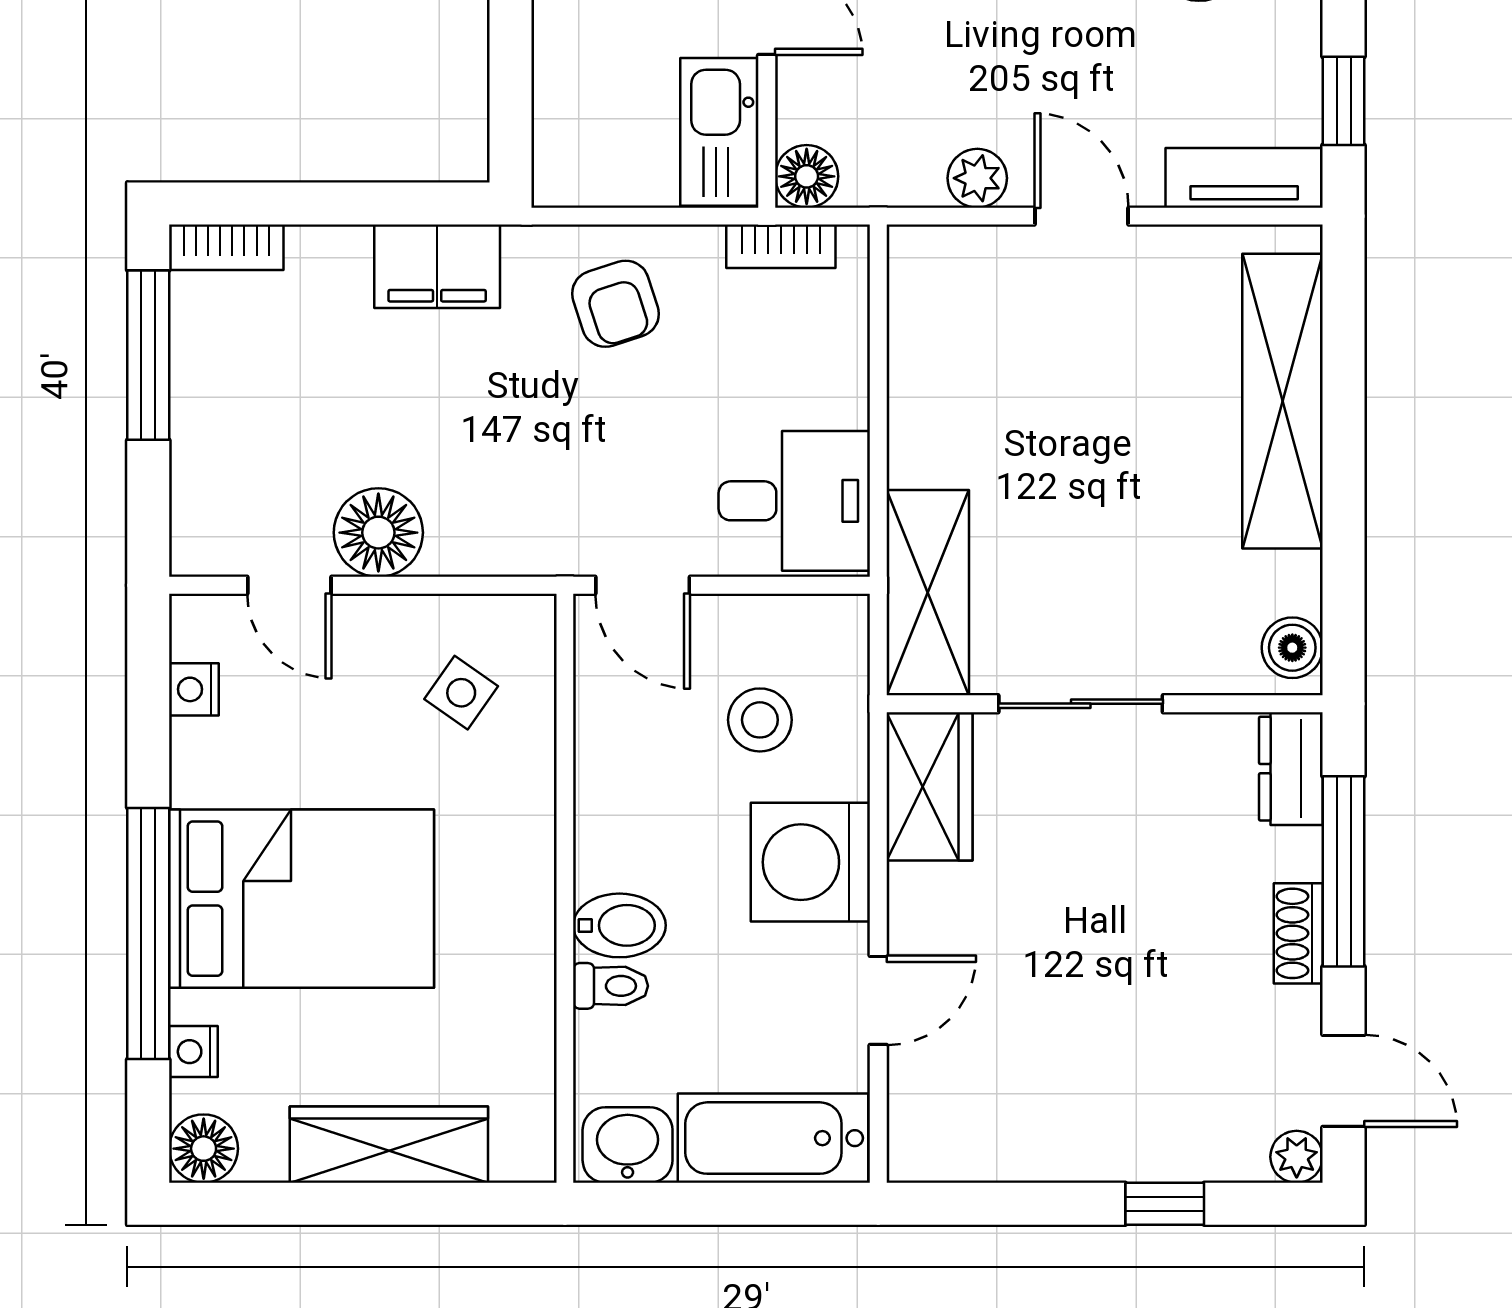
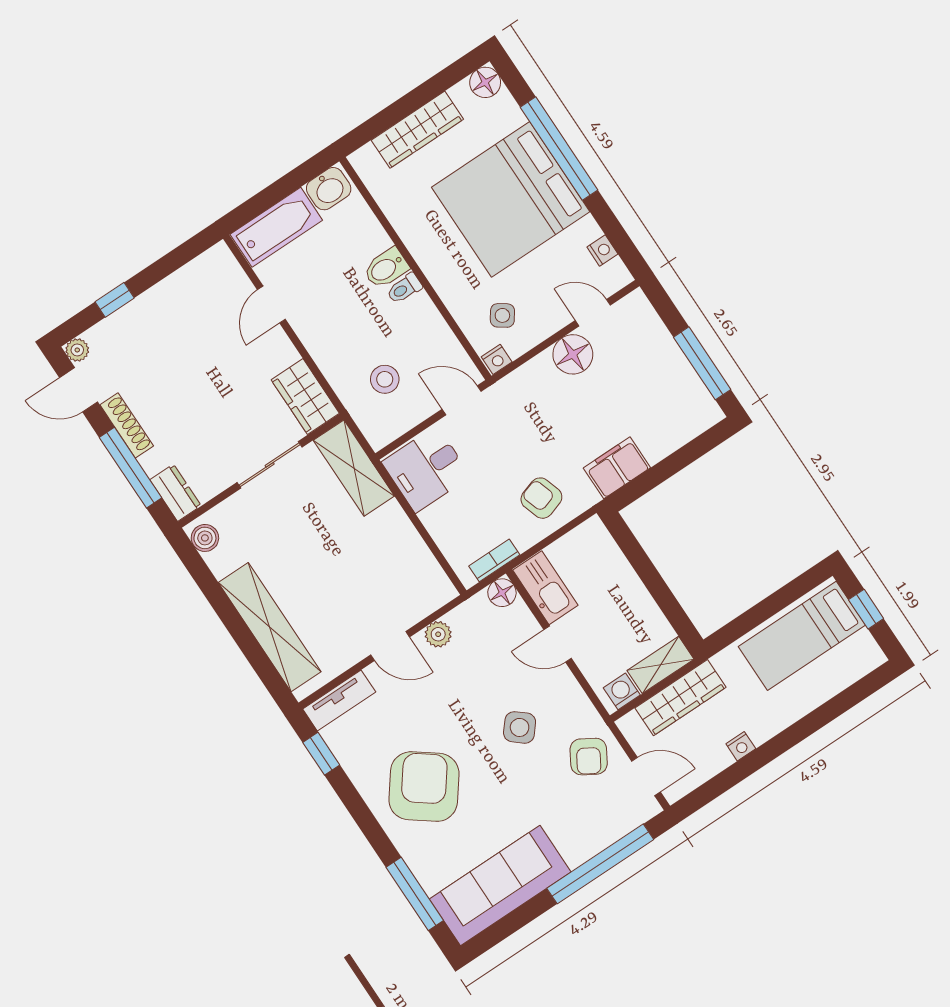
bookcase: (226, 247) -> (700, 423), removed
washing machine: (810, 862) -> (331, 339), removed
bed: (302, 899) -> (511, 199), width x1.36
shoe rack: (1298, 933) -> (127, 425), width x1.43
toilet: (611, 986) -> (404, 288), moved
nightstand: (193, 1052) -> (497, 359), moved, turned 90

